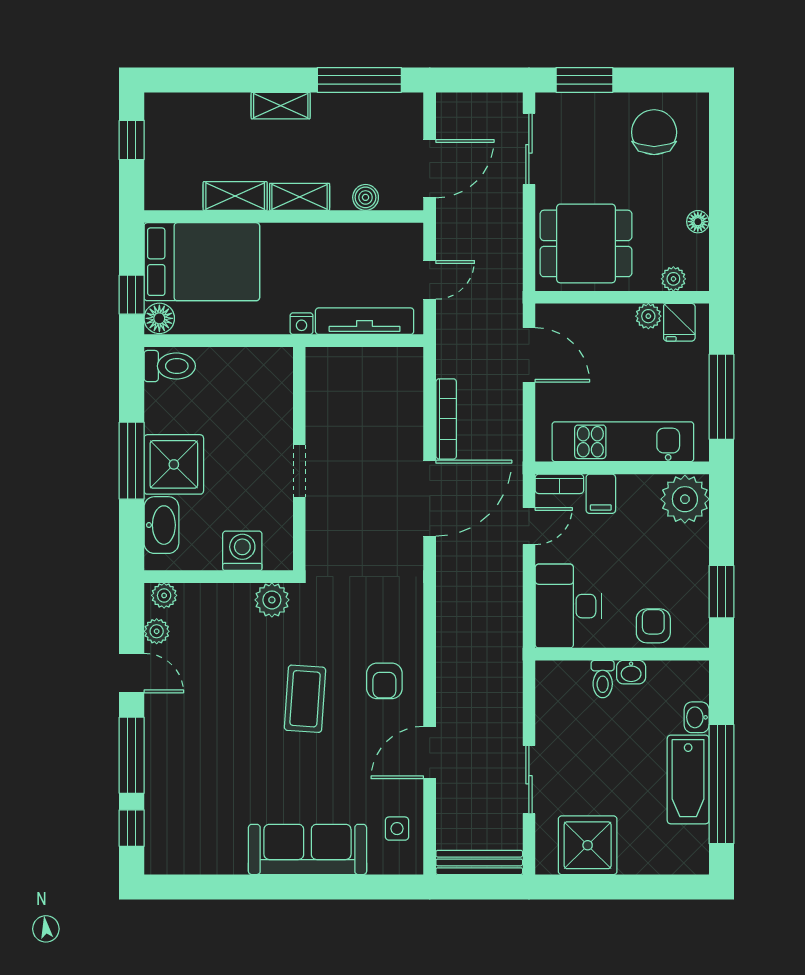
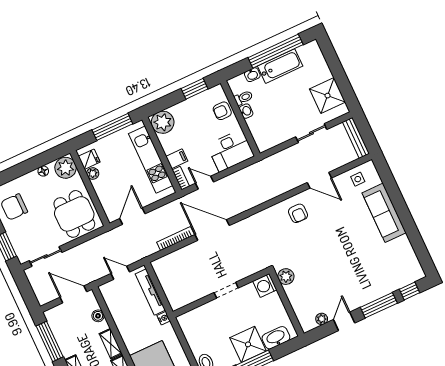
plant: (673, 279) -> (66, 168), width x1.87, depth x1.87
washing machine: (242, 551) -> (265, 286), moved
plant: (164, 595) -> (305, 323), removed
toilet: (603, 679) -> (243, 98), moved
armchair: (384, 681) -> (298, 213), turned 90
coffee table: (305, 699) -> (321, 243), removed

